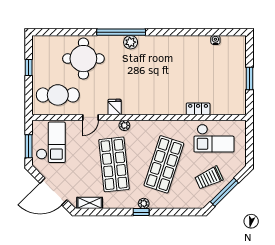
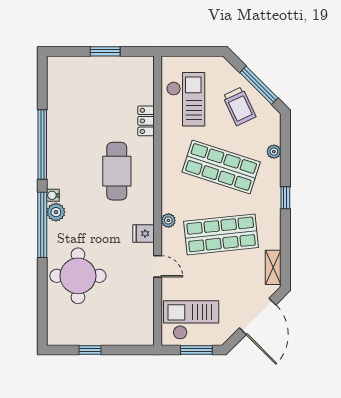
window: (181, 32) -> (42, 144), added
water cooler: (215, 40) -> (53, 195), moved
cafe table: (58, 95) -> (117, 171), moved
plant: (144, 203) -> (274, 152), moved

